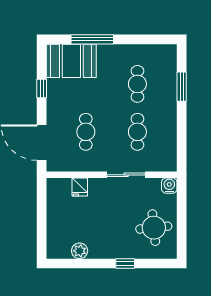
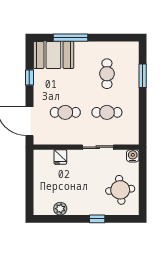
cafe table: (86, 132) -> (65, 112), turned 90
cafe table: (137, 132) -> (107, 112), turned 90

